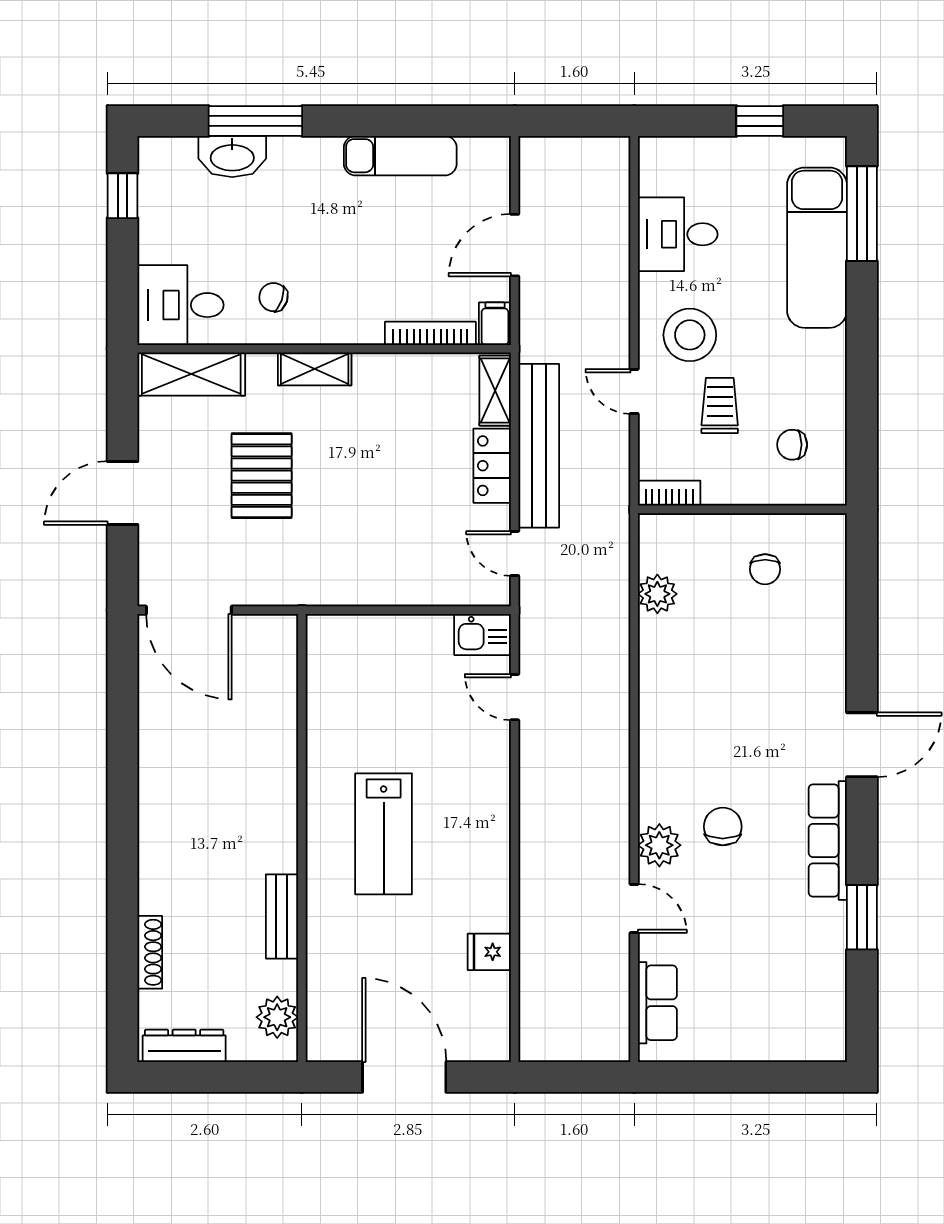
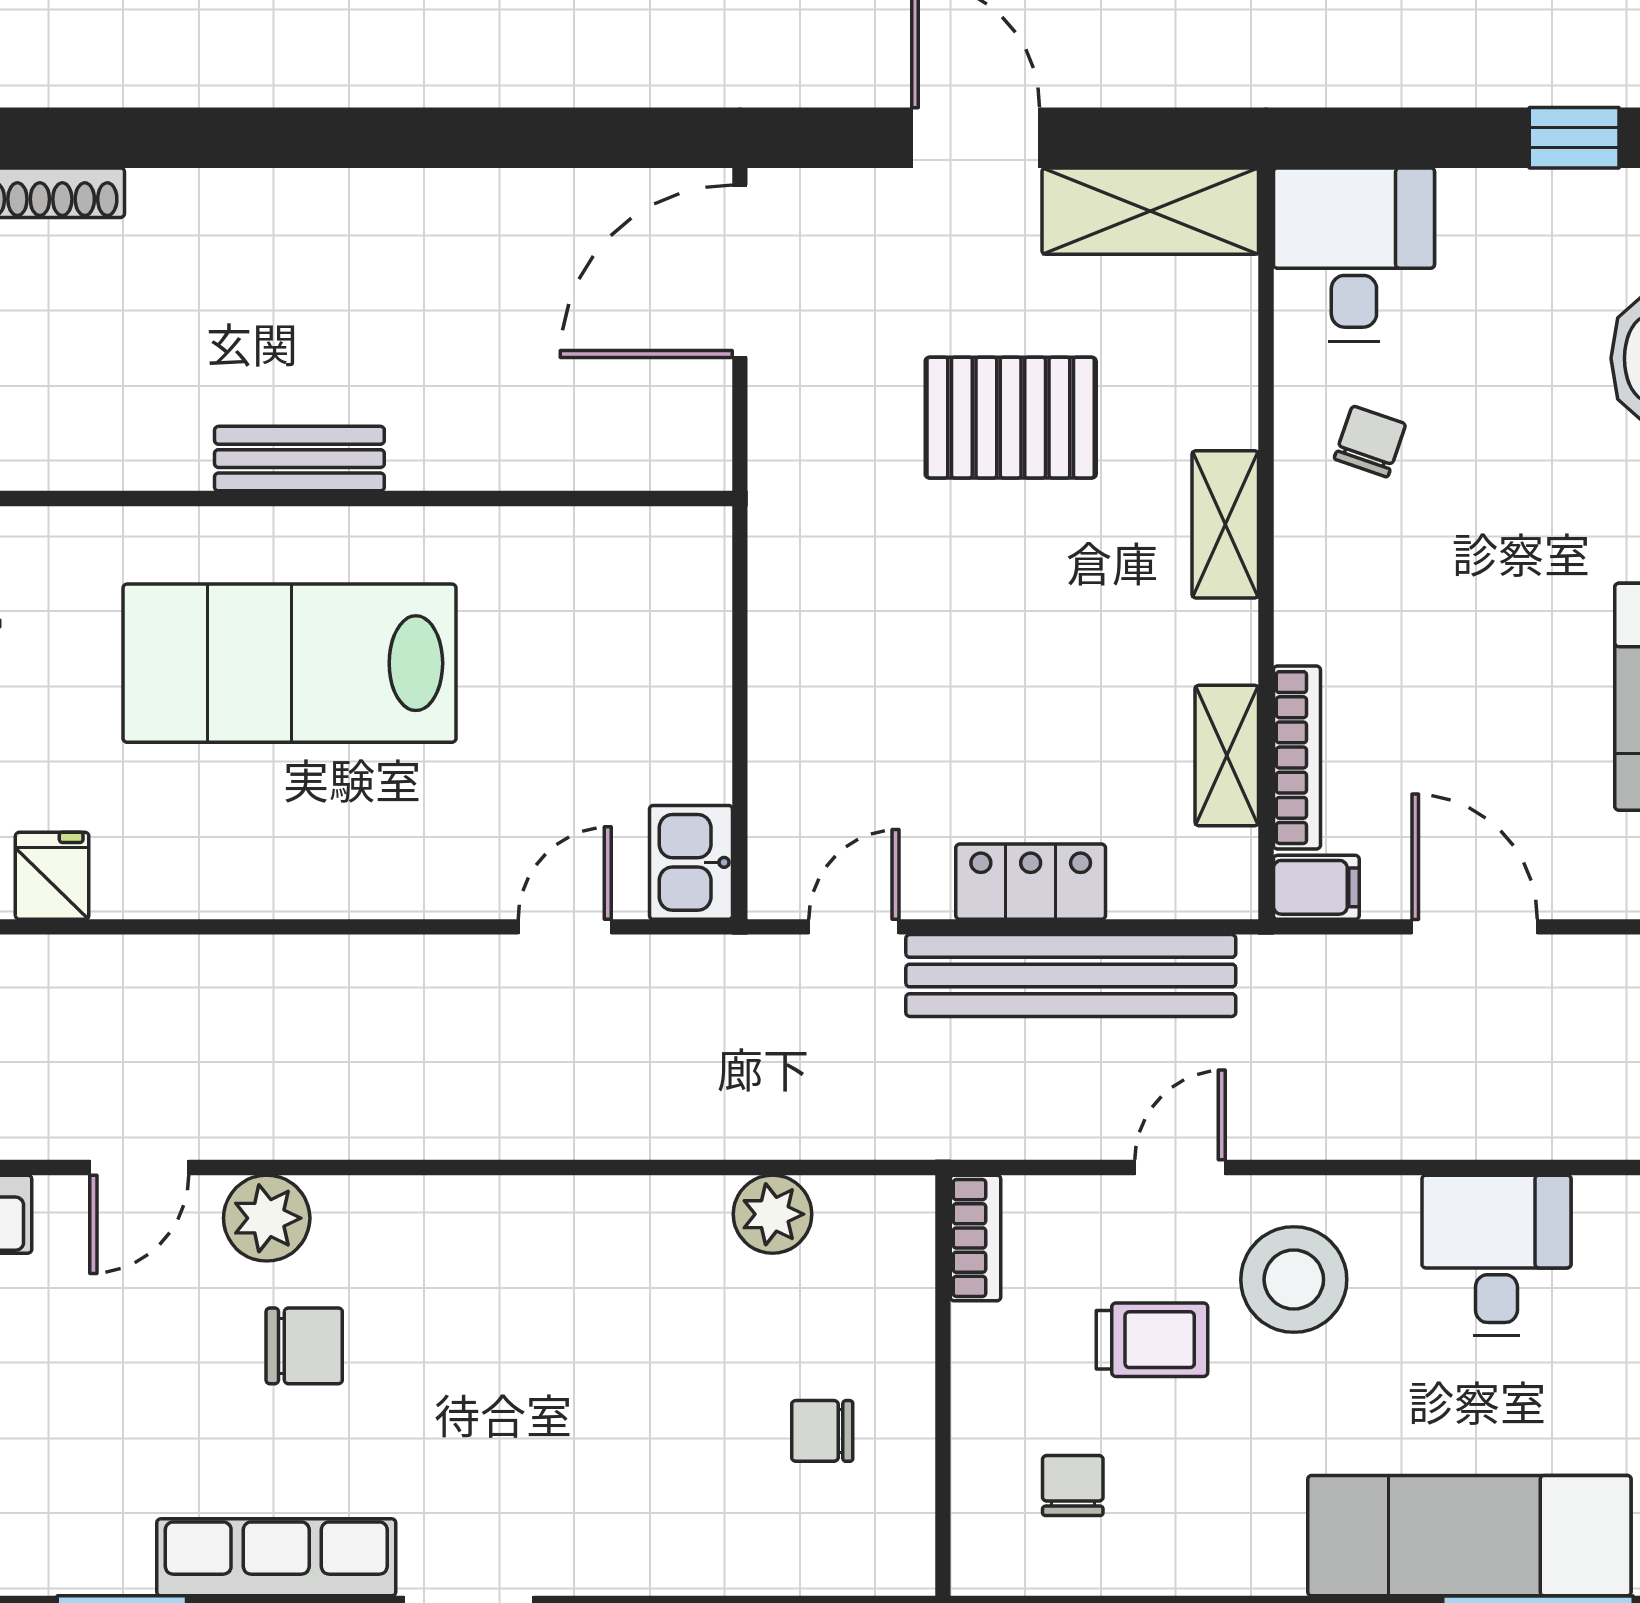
shelving: (191, 374) -> (1150, 211), moved, turned 90
shelving: (495, 391) -> (1227, 755), moved, turned 90
lab bench: (384, 834) -> (289, 663), width x1.36, depth x1.39
bench: (282, 916) -> (299, 459), moved

